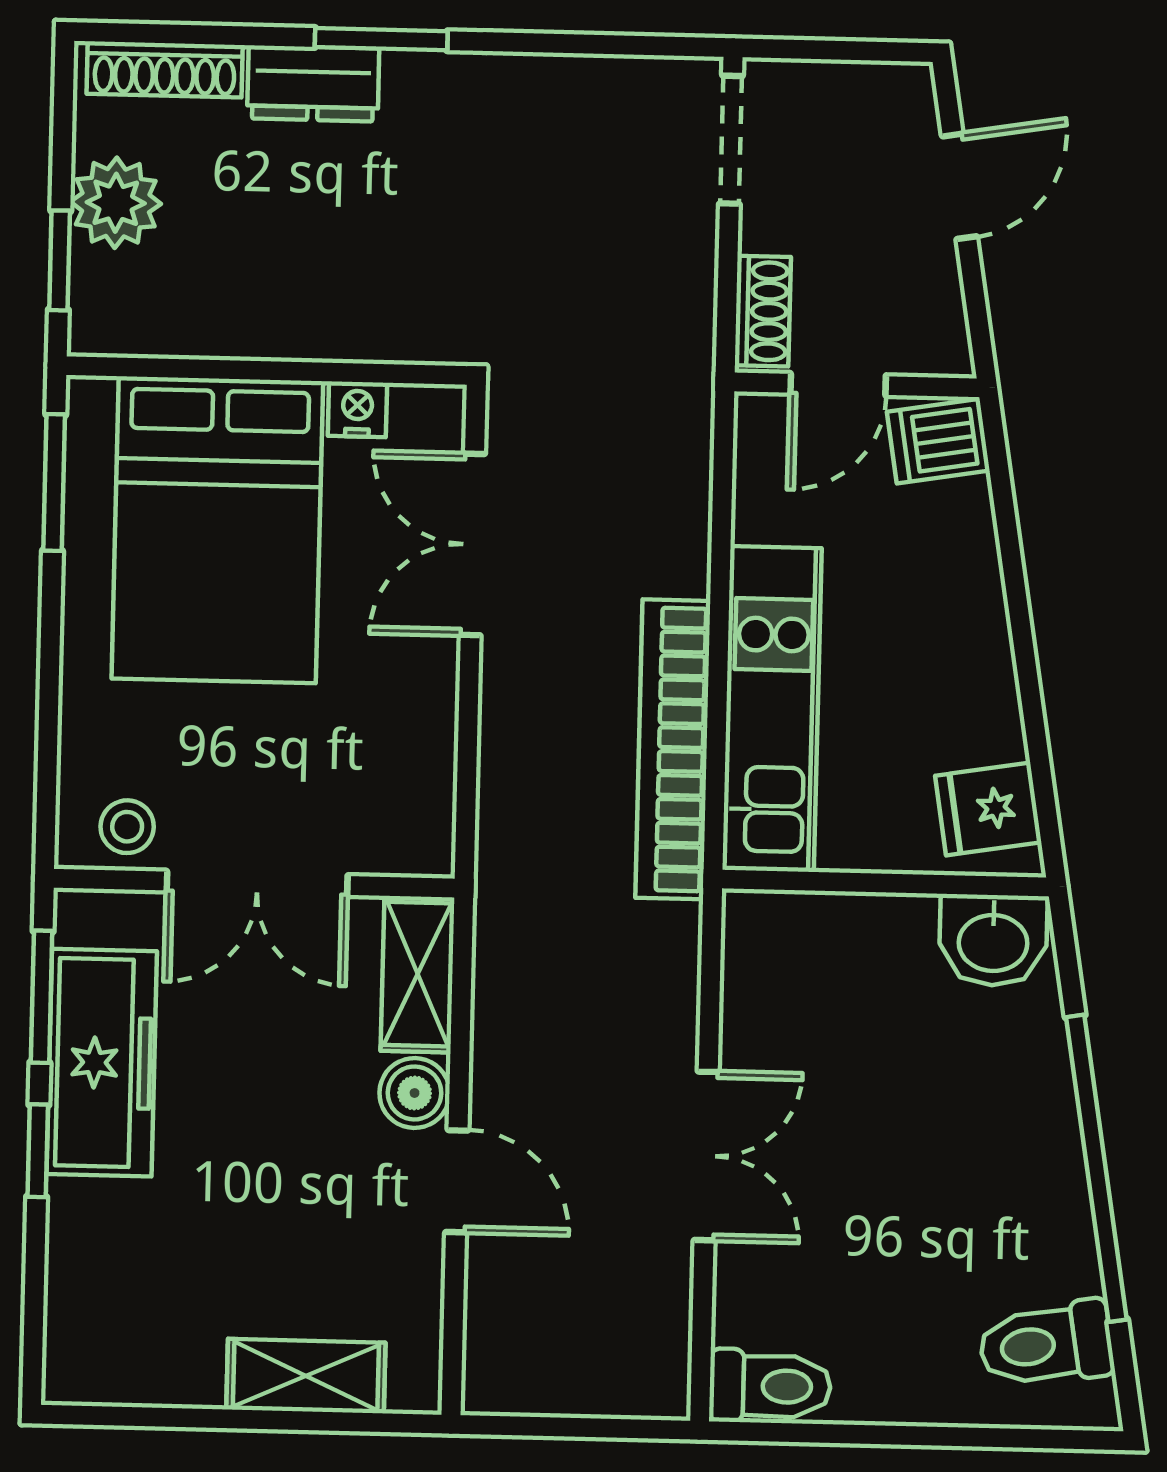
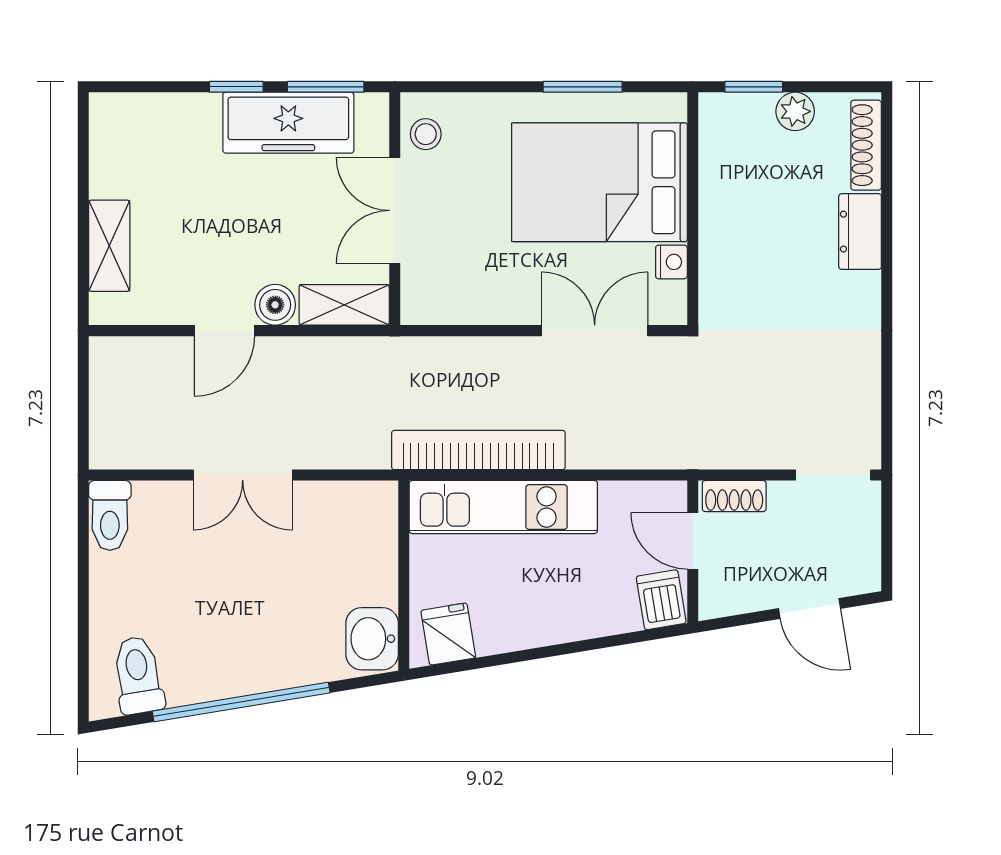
window: (381, 39) -> (887, 270), removed
plant: (116, 203) -> (795, 111), width x0.73, depth x0.73
window: (54, 483) -> (583, 87), moved

